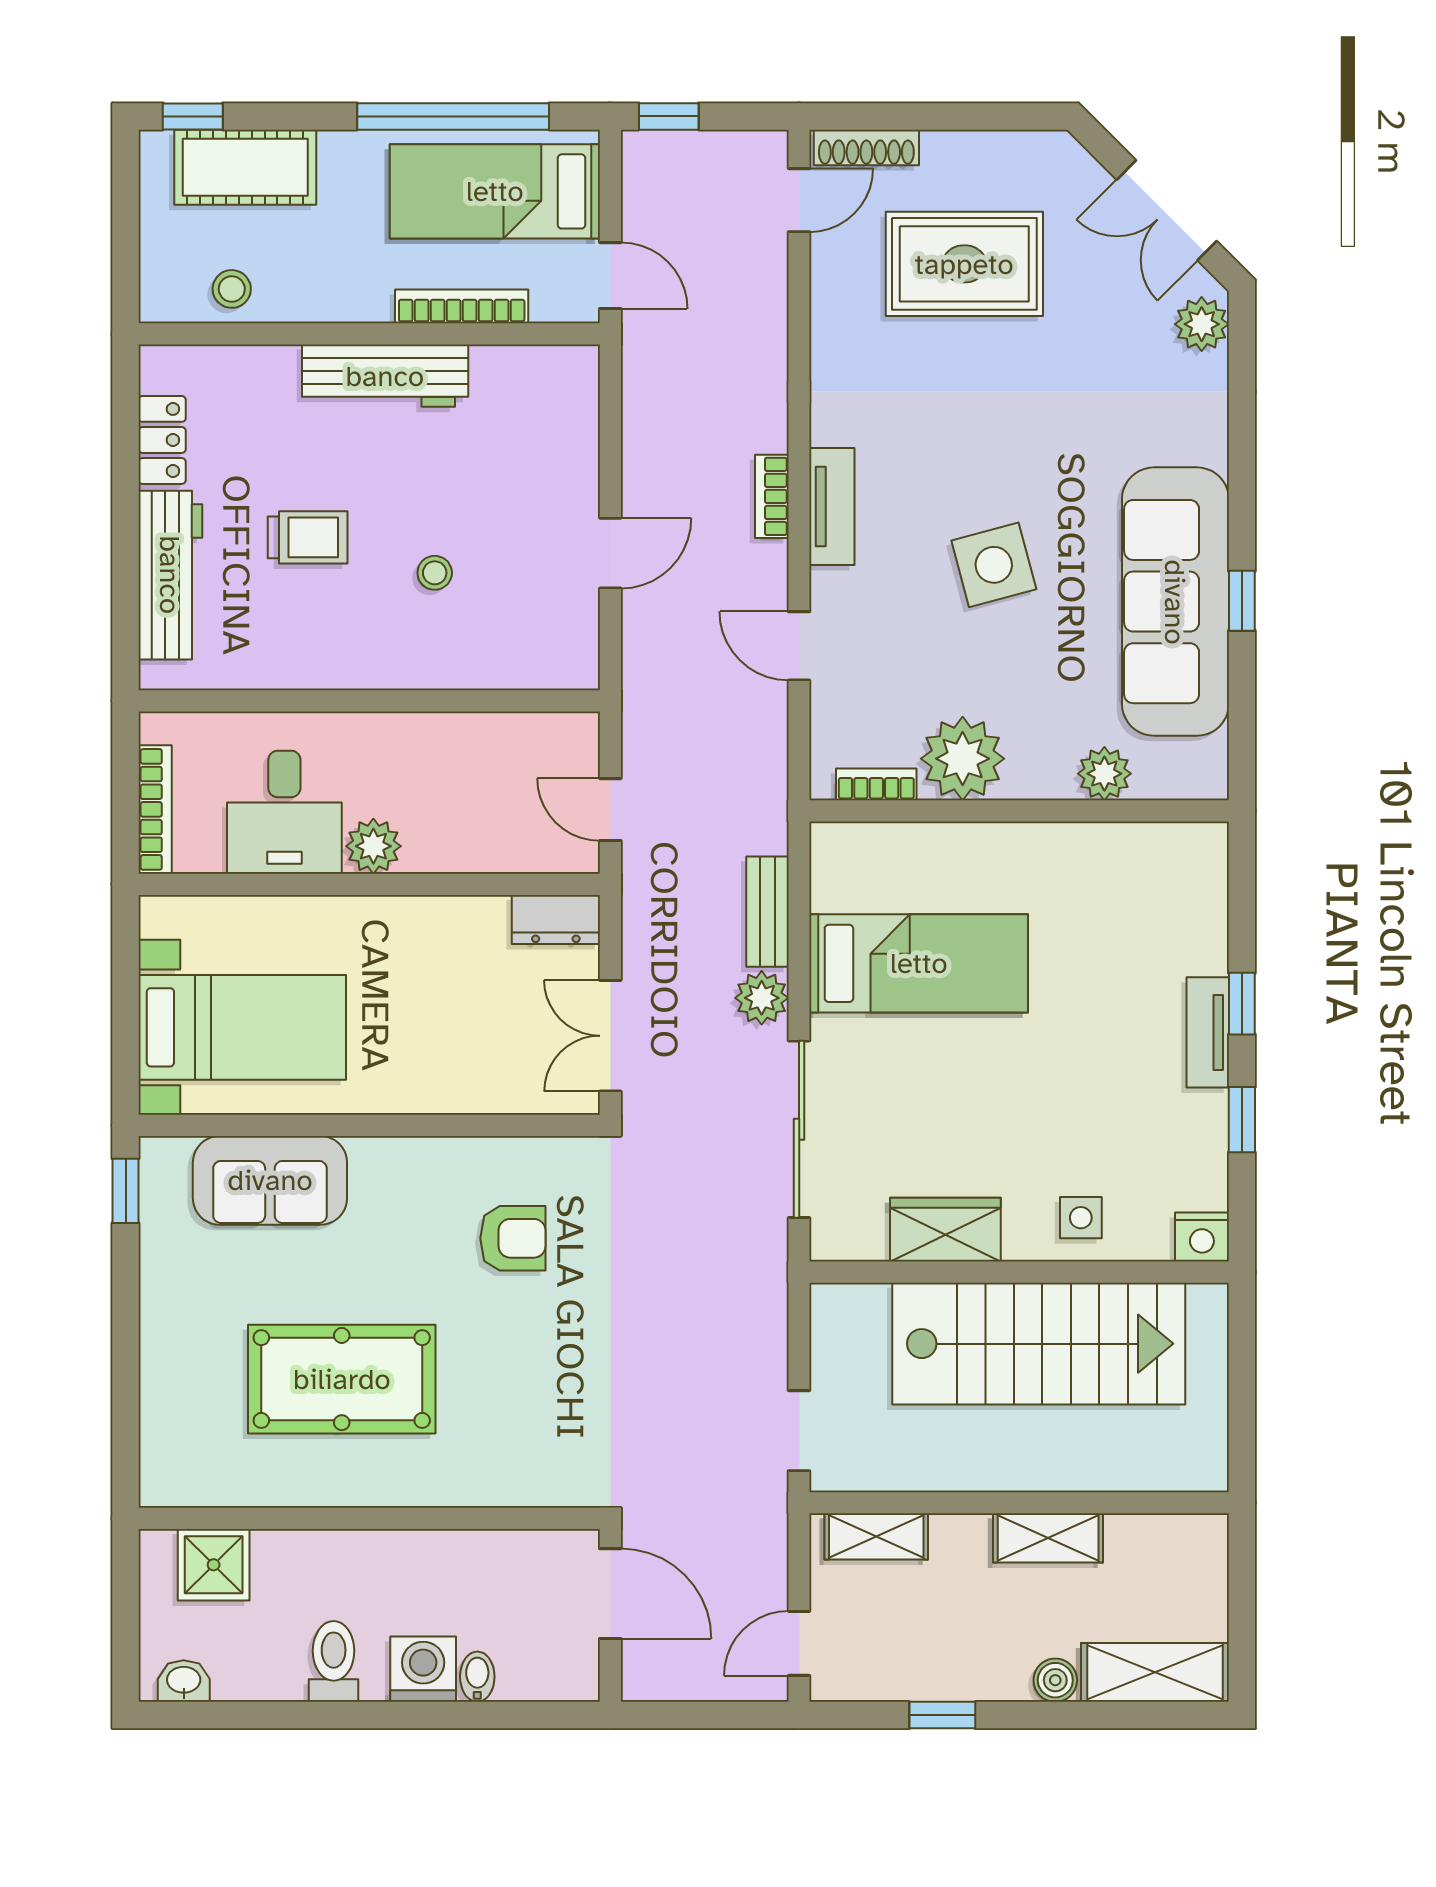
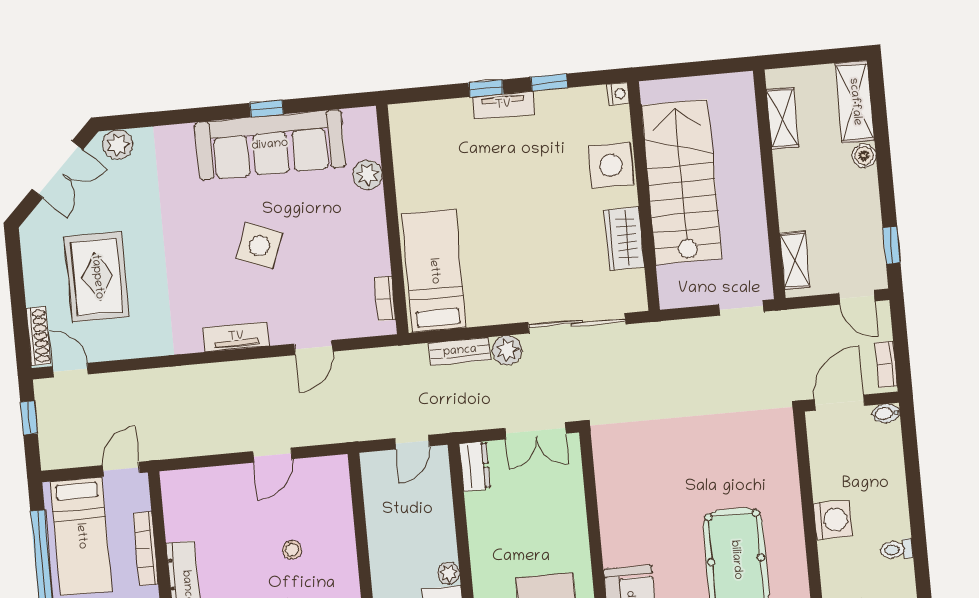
window: (669, 116) -> (29, 418), moved
bookcase: (772, 496) -> (886, 364), moved, turned 90
door: (610, 553) -> (272, 455), swing flipped
side table: (994, 565) -> (259, 246), turned 36
plant: (963, 759) -> (367, 253), removed
plant: (373, 846) -> (449, 573), width x0.73, depth x0.73
bed: (919, 963) -> (434, 271), moved
side table: (1081, 1218) -> (611, 165), width x1.87, depth x1.87
nightstand: (1202, 1237) -> (618, 94), width x0.72, depth x0.74
armchair: (513, 1238) -> (651, 474), removed
shelving: (1048, 1538) -> (782, 118), moved
toilet: (334, 1661) -> (897, 549), width x0.73, depth x0.72
washing machine: (423, 1669) -> (833, 520), moved, turned 180
bidet: (477, 1677) -> (886, 413), moved
window: (942, 1715) -> (892, 245), moved

